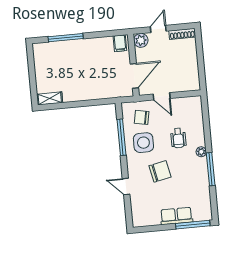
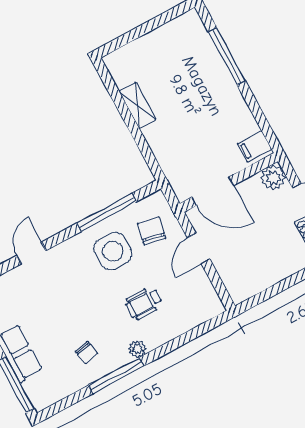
shelving: (50, 98) -> (137, 106), moved
chair: (160, 171) -> (86, 352), moved, width x0.54, depth x0.54

